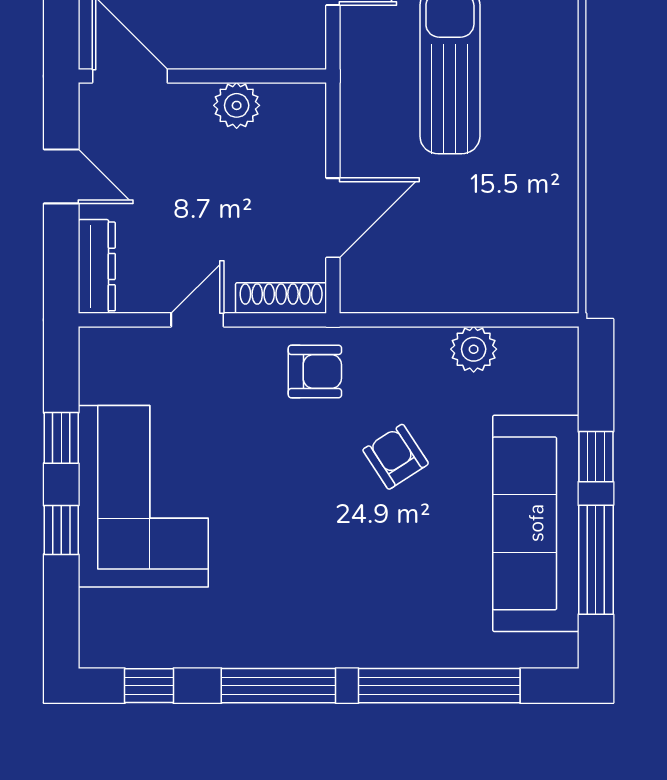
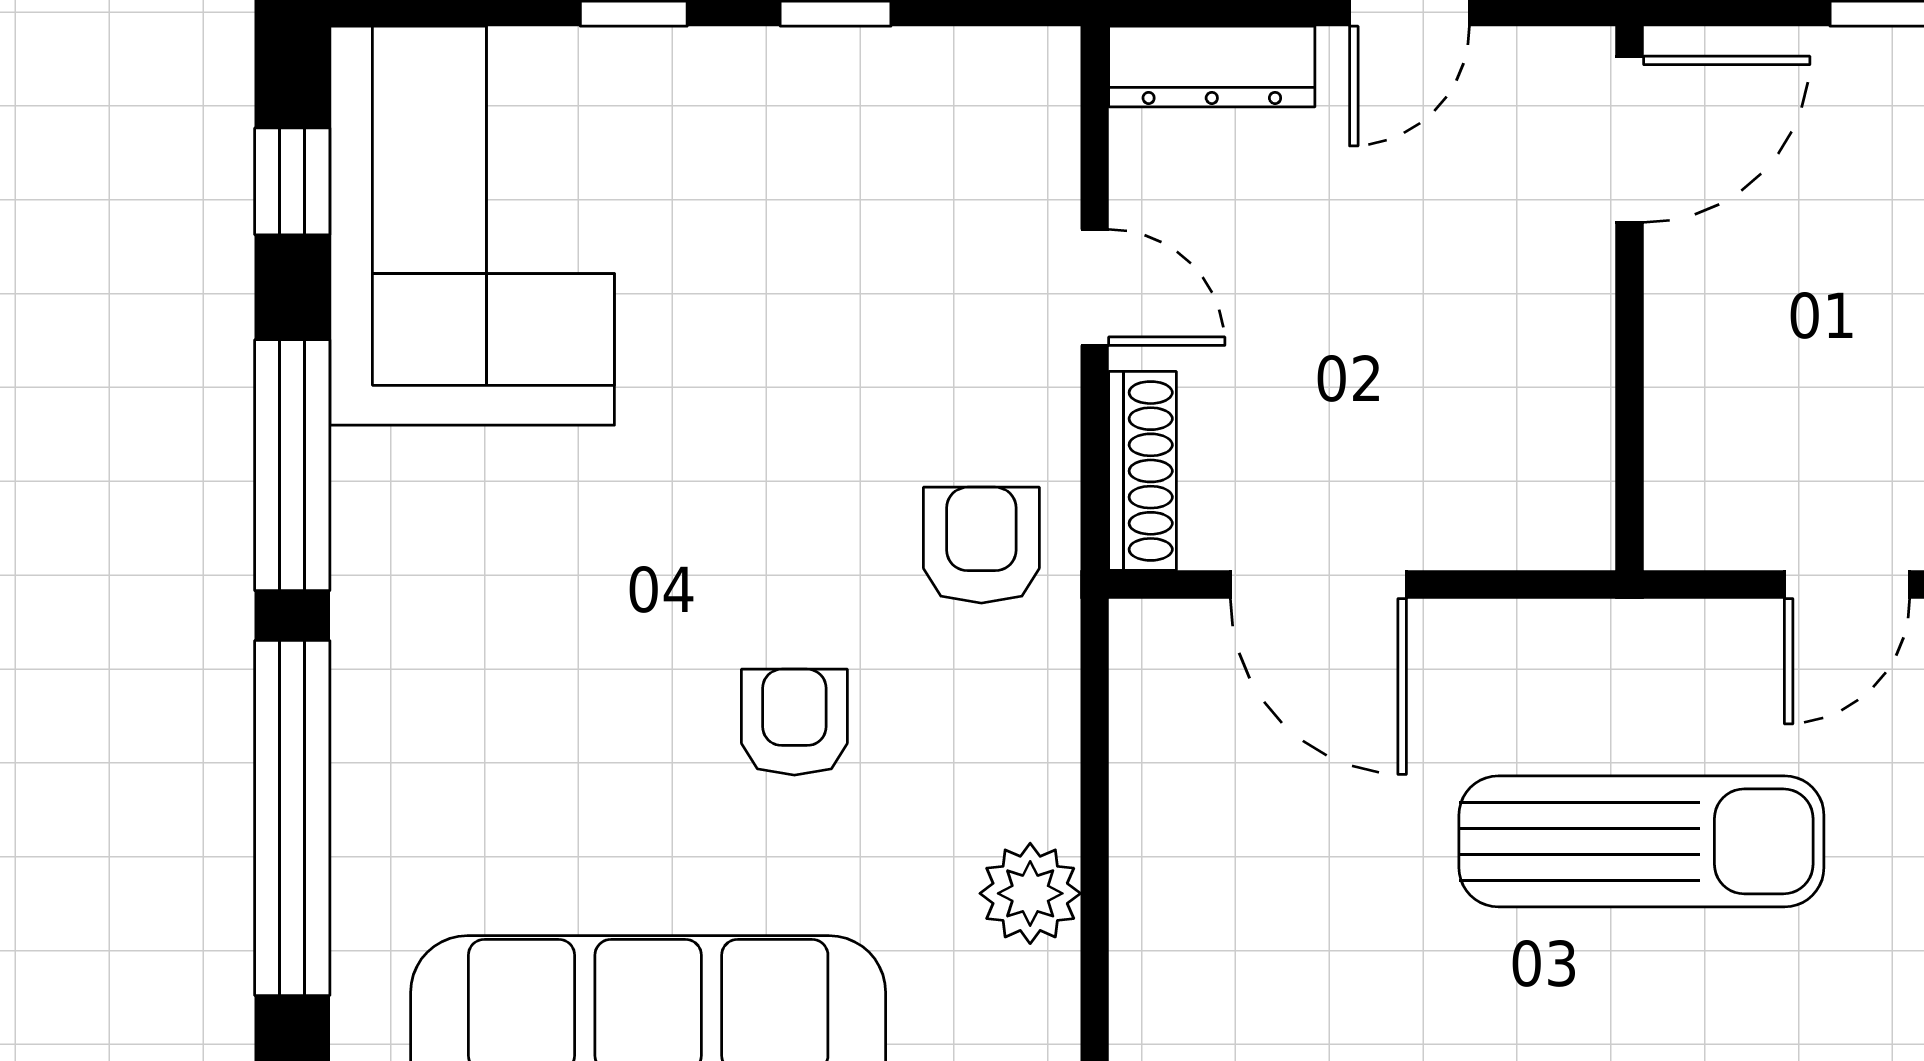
plant: (237, 105) -> (1565, 373), removed
armchair: (315, 371) -> (981, 545), turned 180
armchair: (396, 457) -> (794, 722), turned -57
corner sofa: (143, 496) -> (472, 226), moved, turned -90

